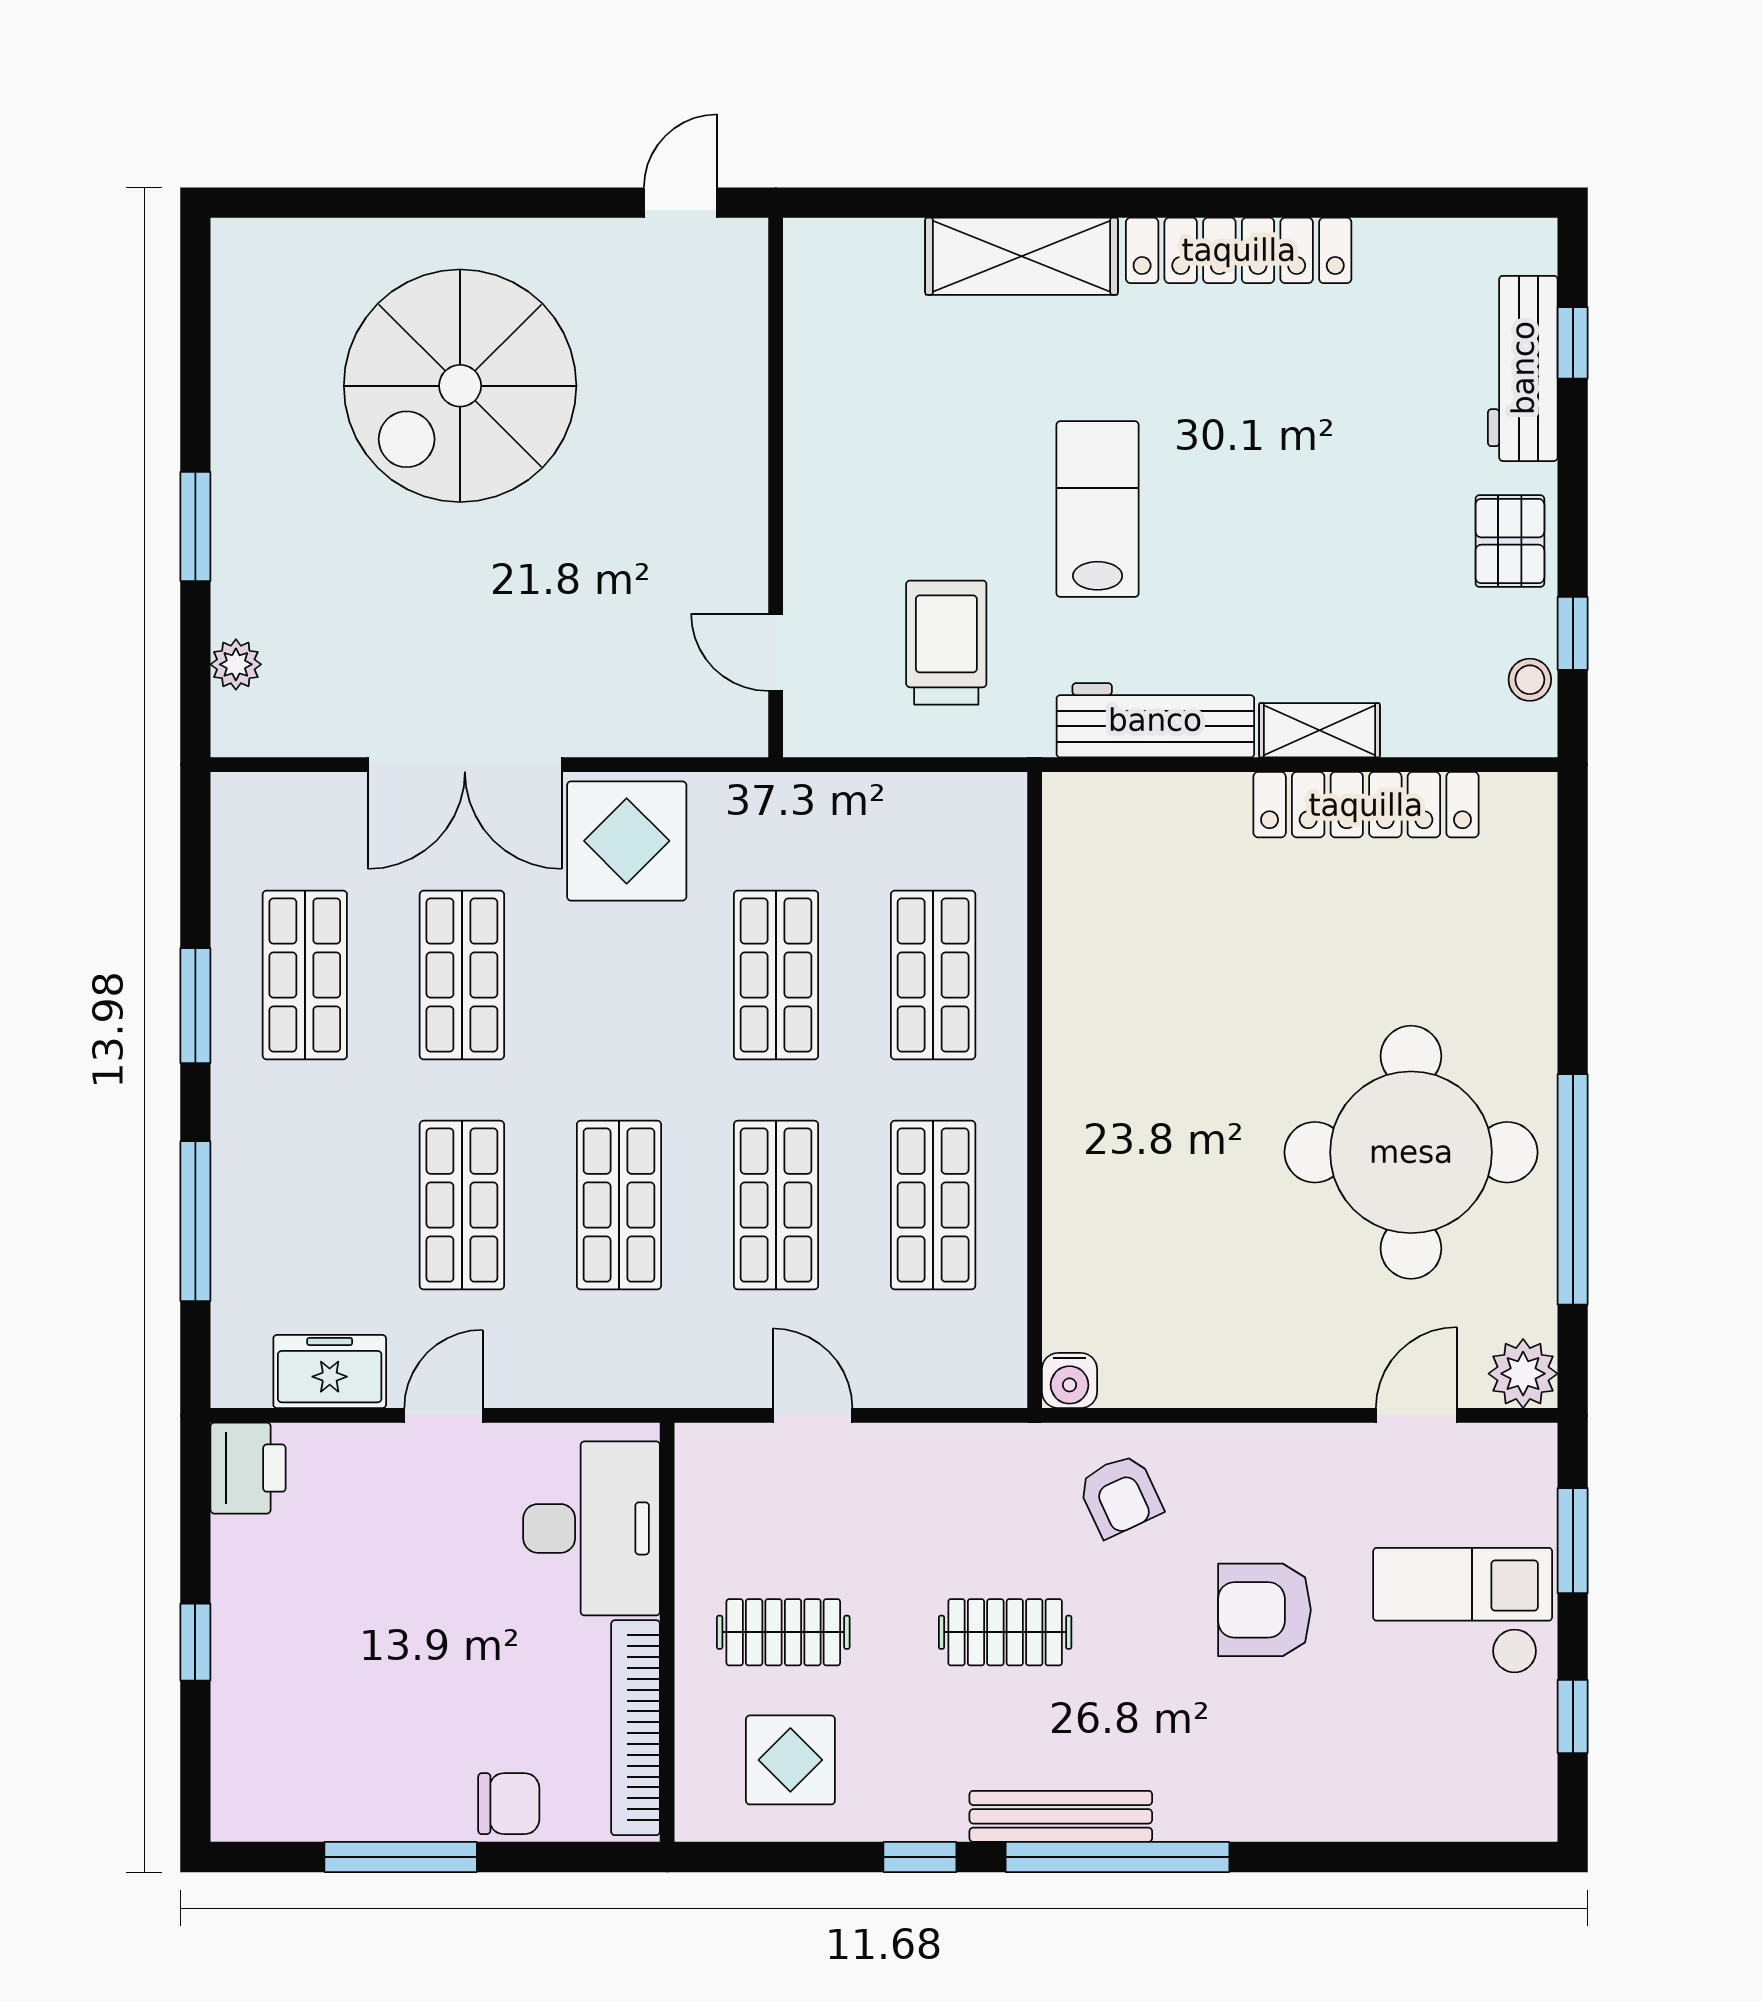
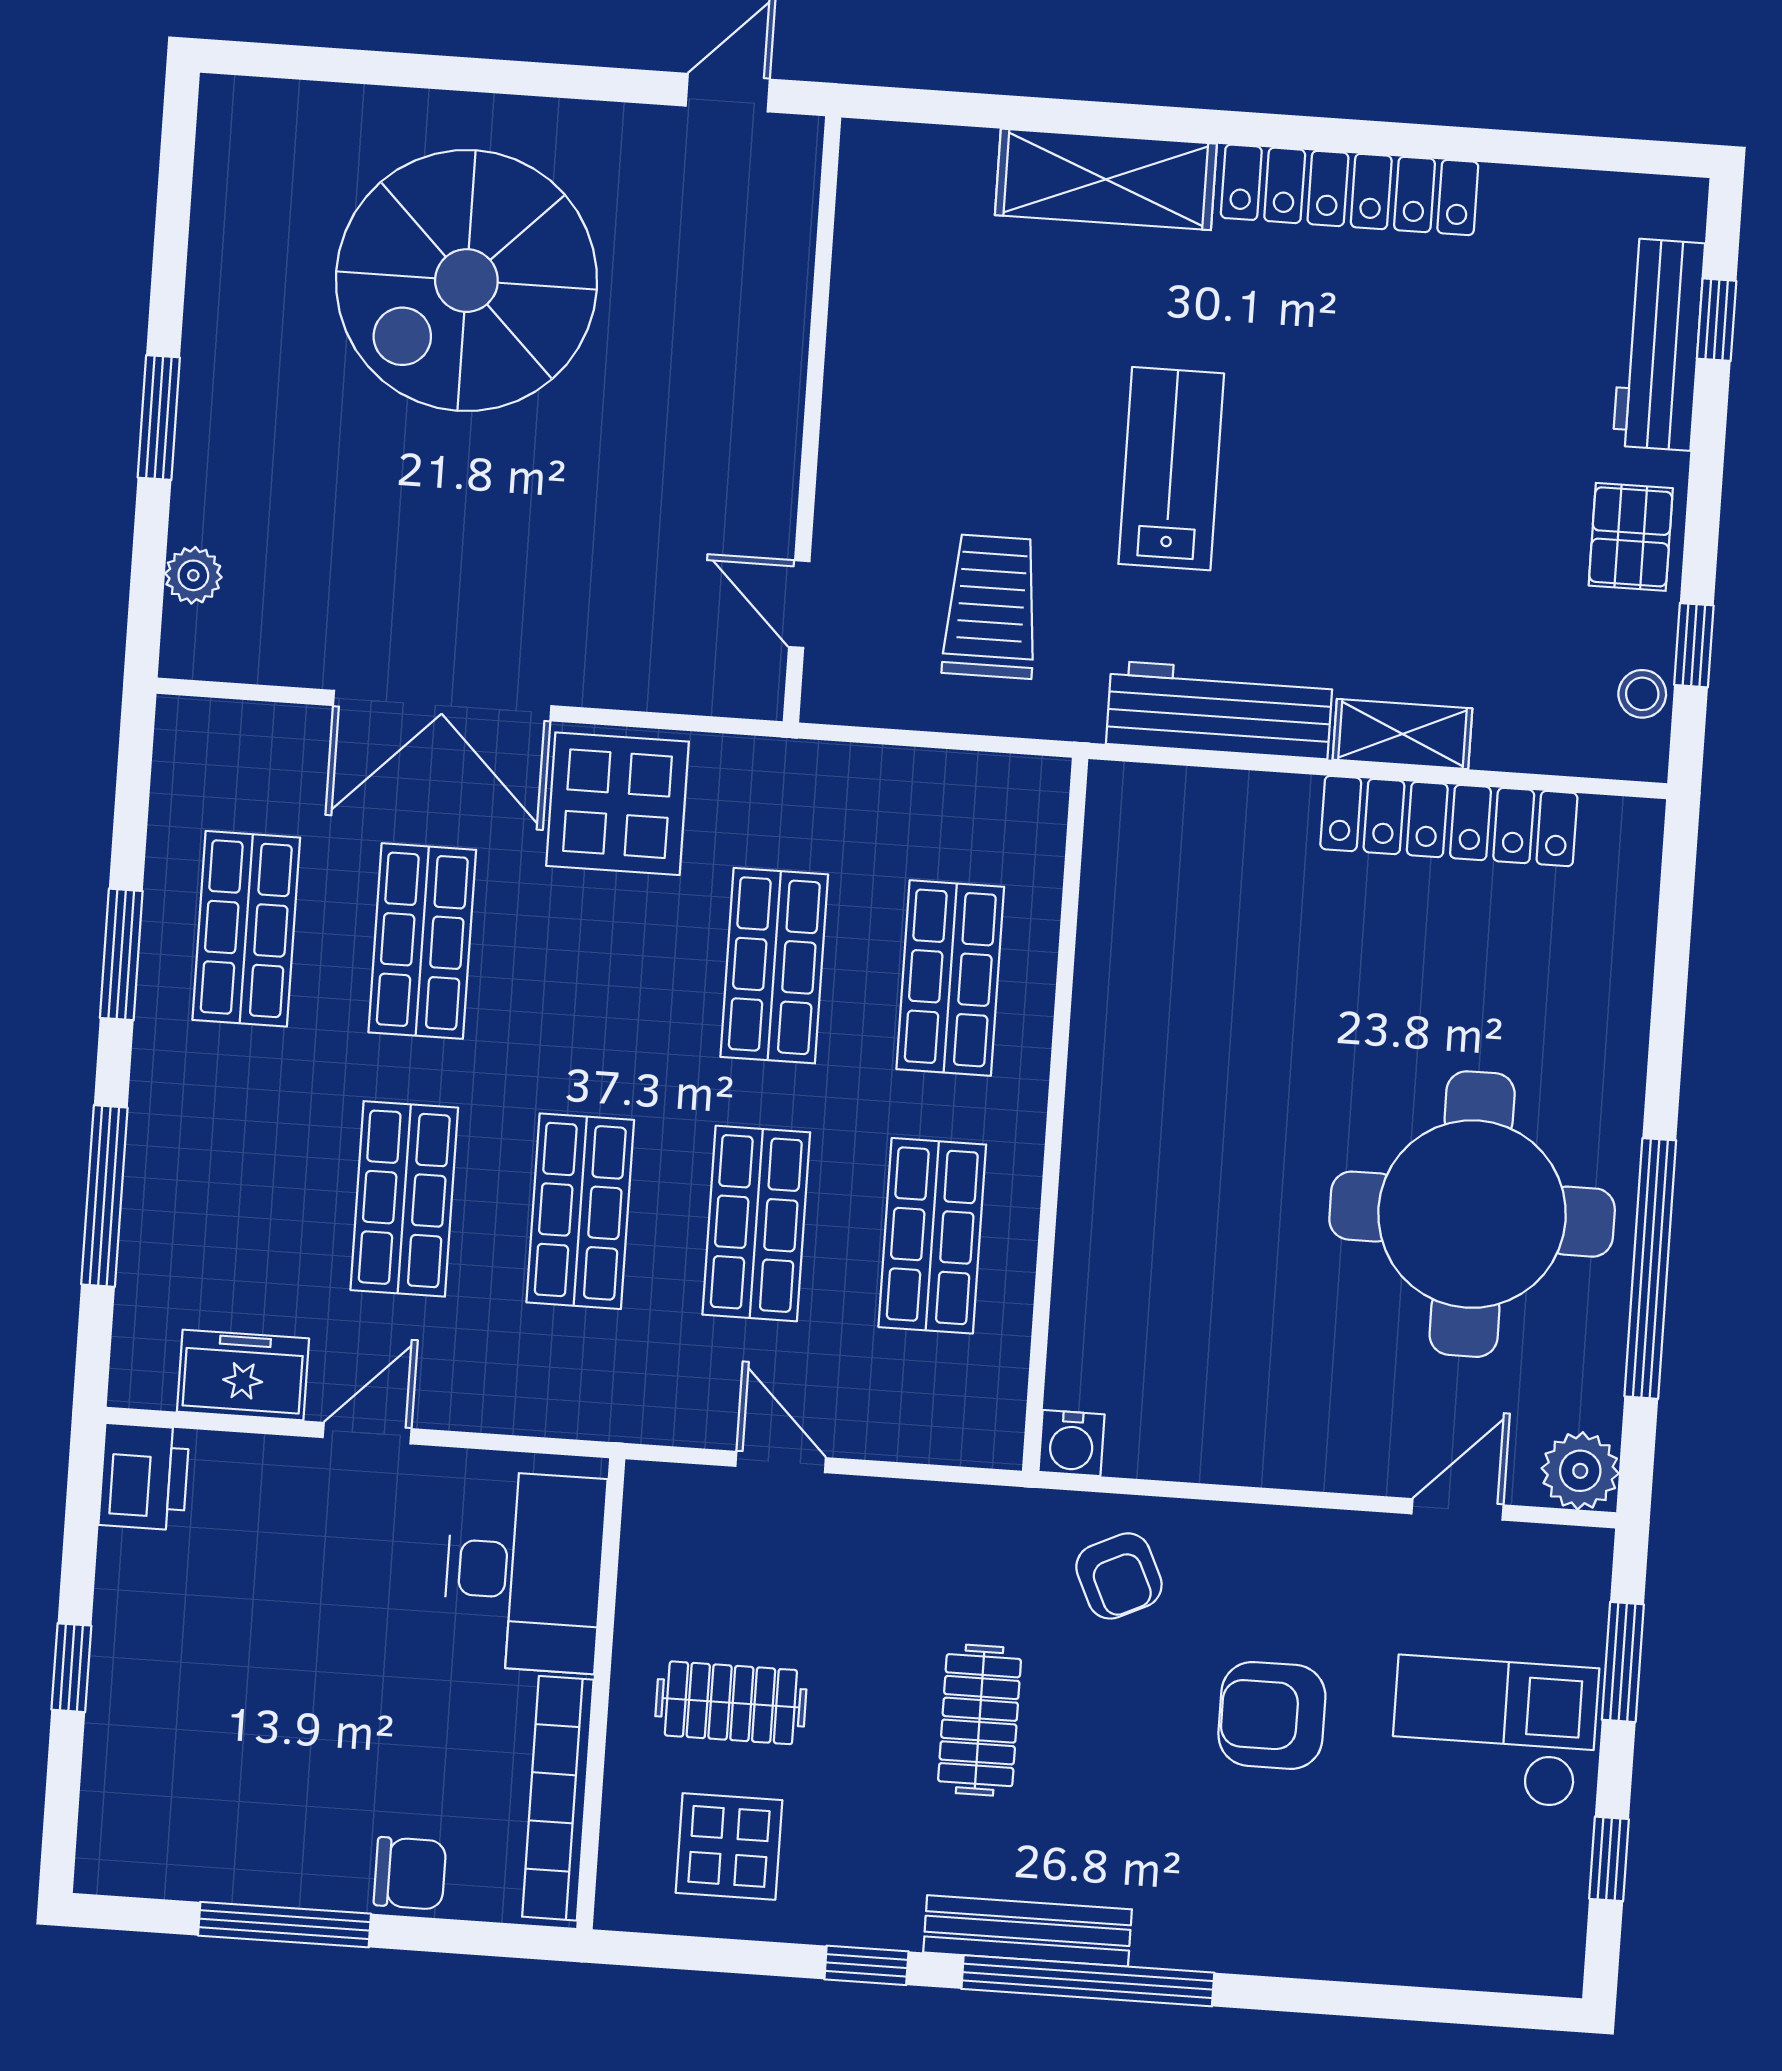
clothes rail: (1005, 1632) -> (980, 1720), turned 90

